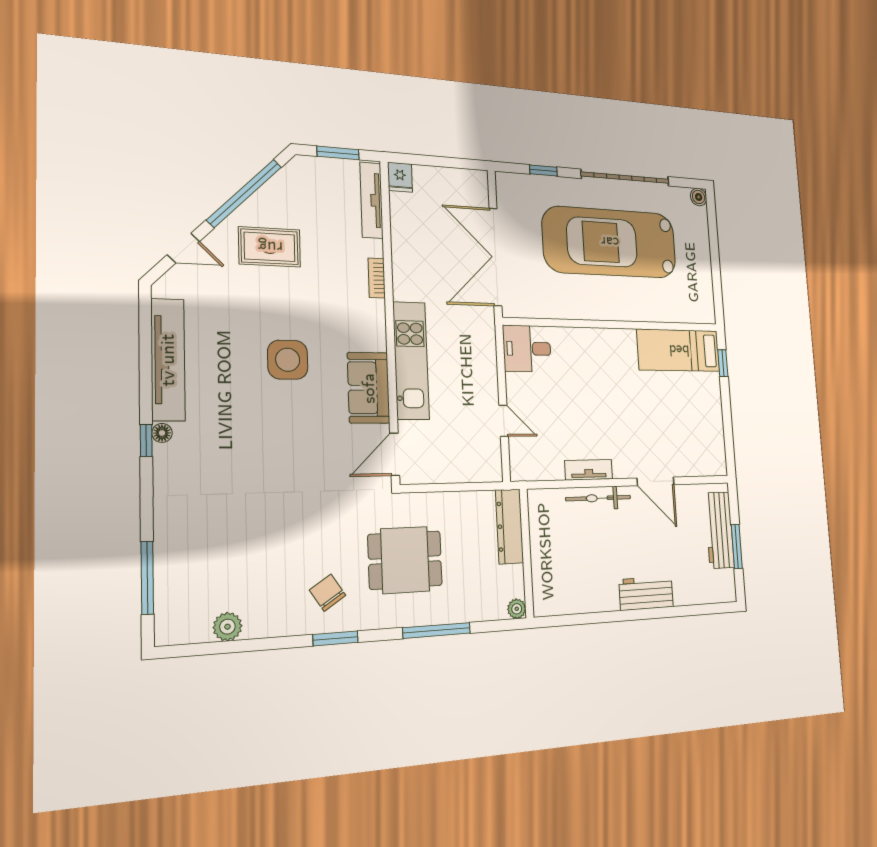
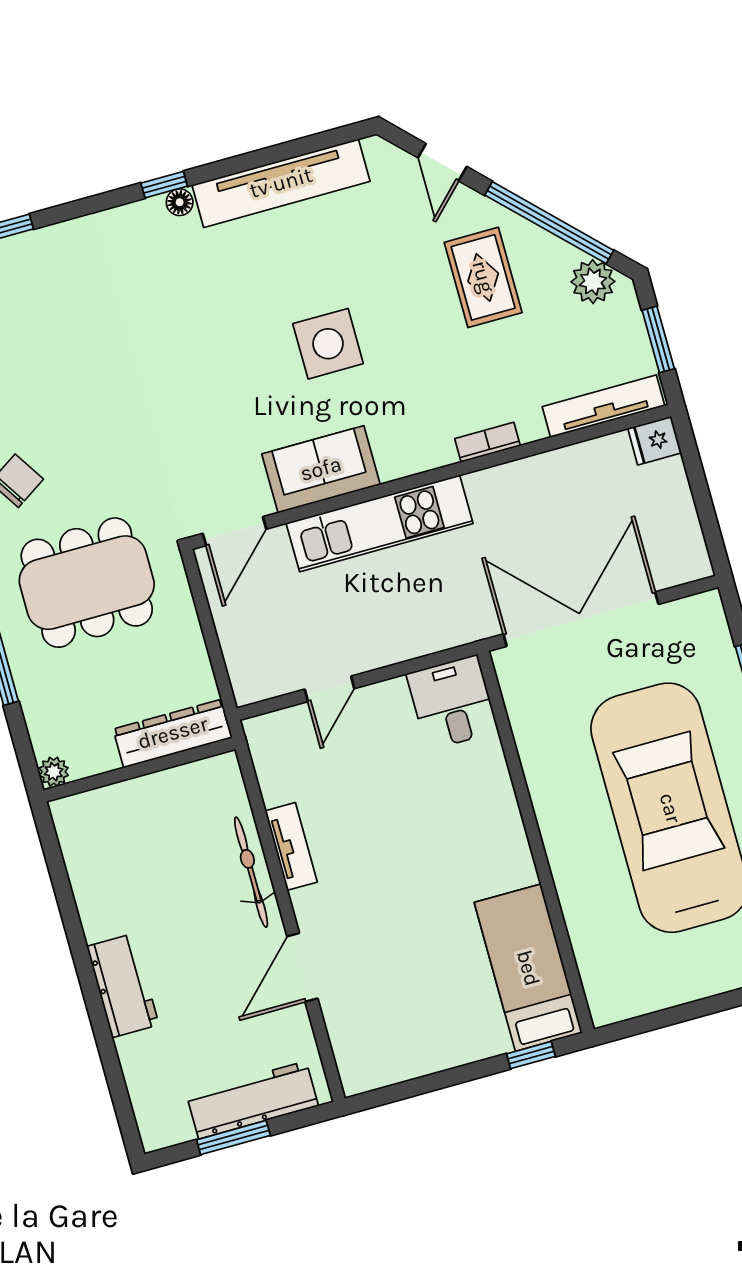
plant: (291, 179) -> (593, 282), added
door: (395, 454) -> (234, 531), swing flipped
dining table: (405, 560) -> (87, 583), width x1.37

